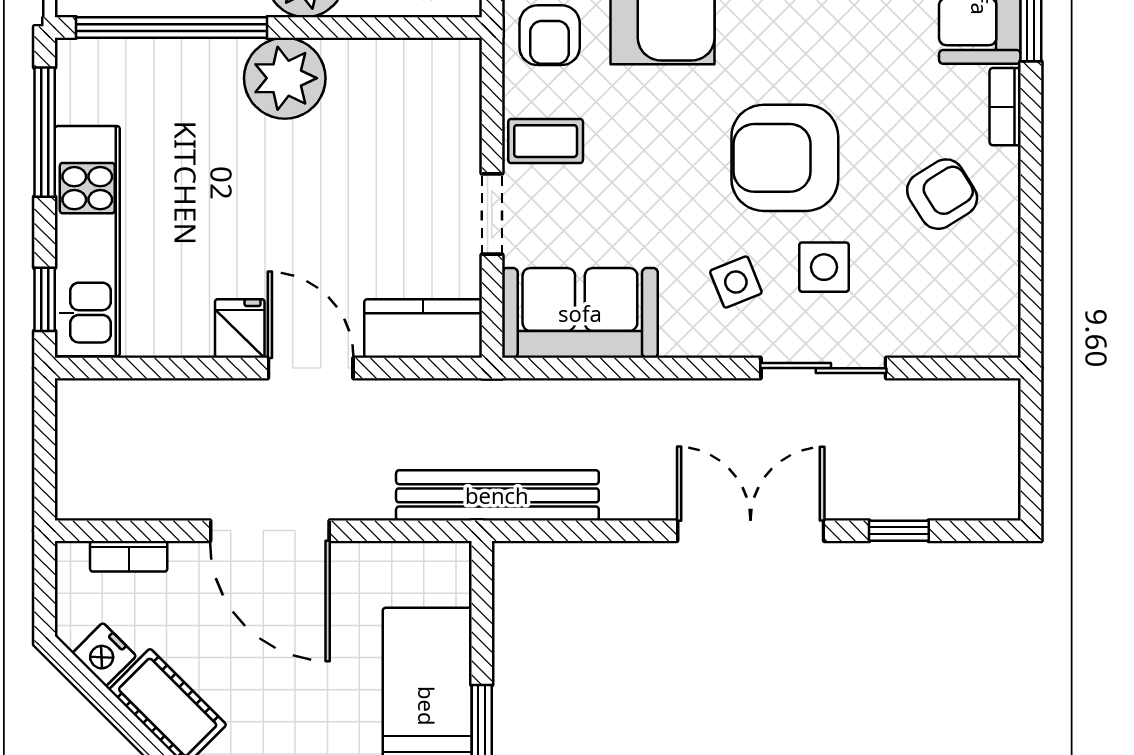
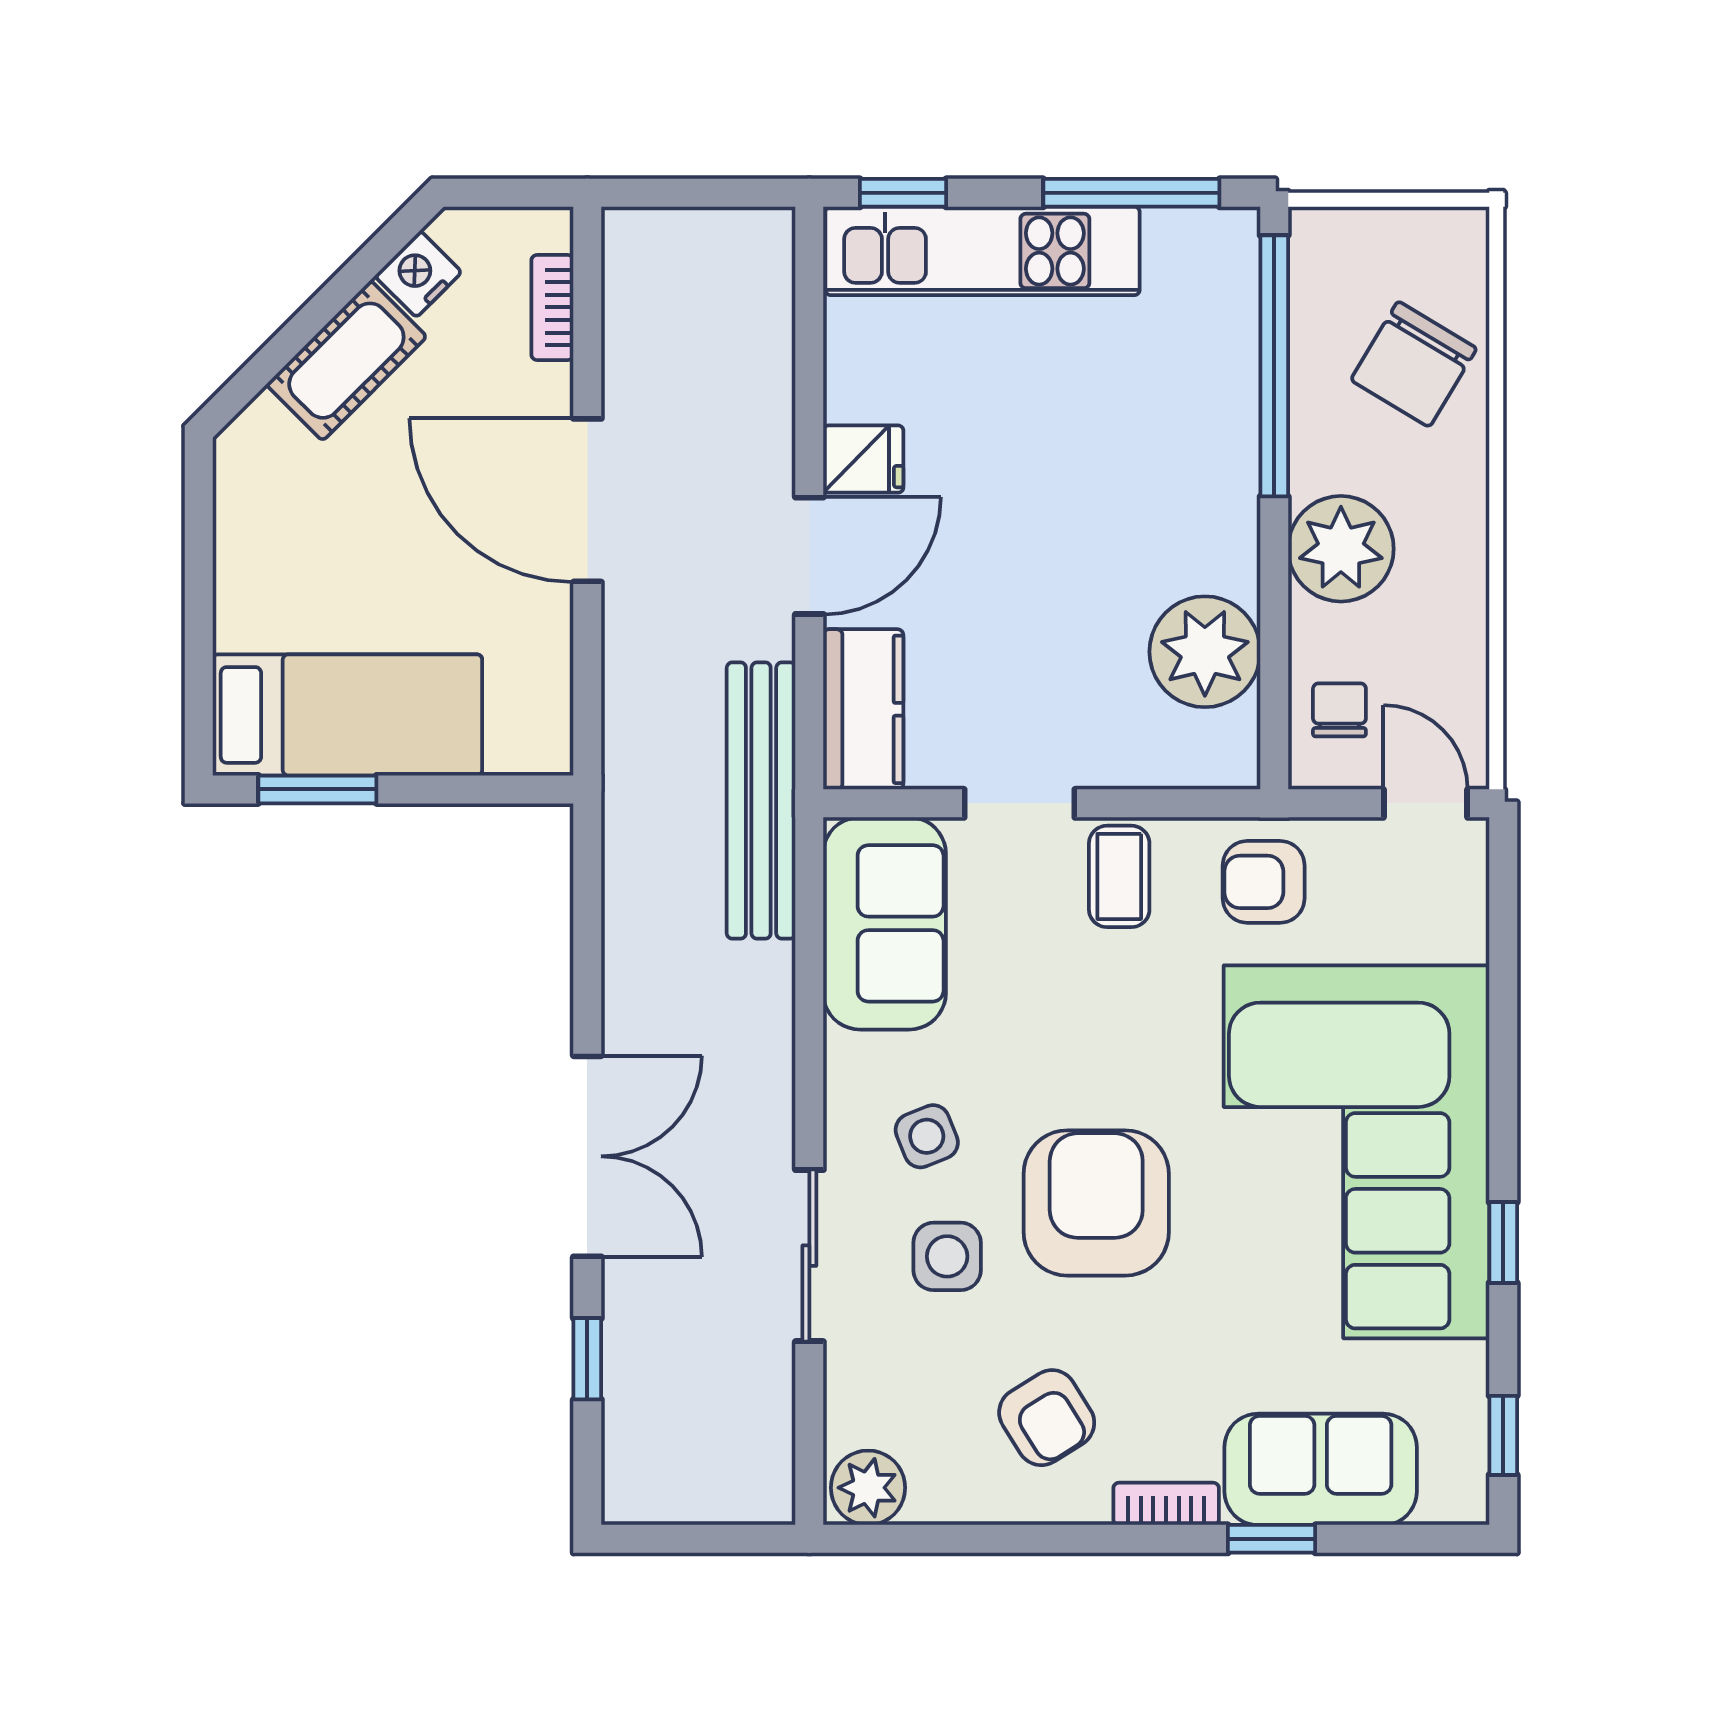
plant: (285, 78) -> (1205, 652), moved
plant: (993, 325) -> (868, 1488), added
bench: (497, 495) -> (761, 801), moved
door: (270, 531) -> (587, 500), hinge flipped

